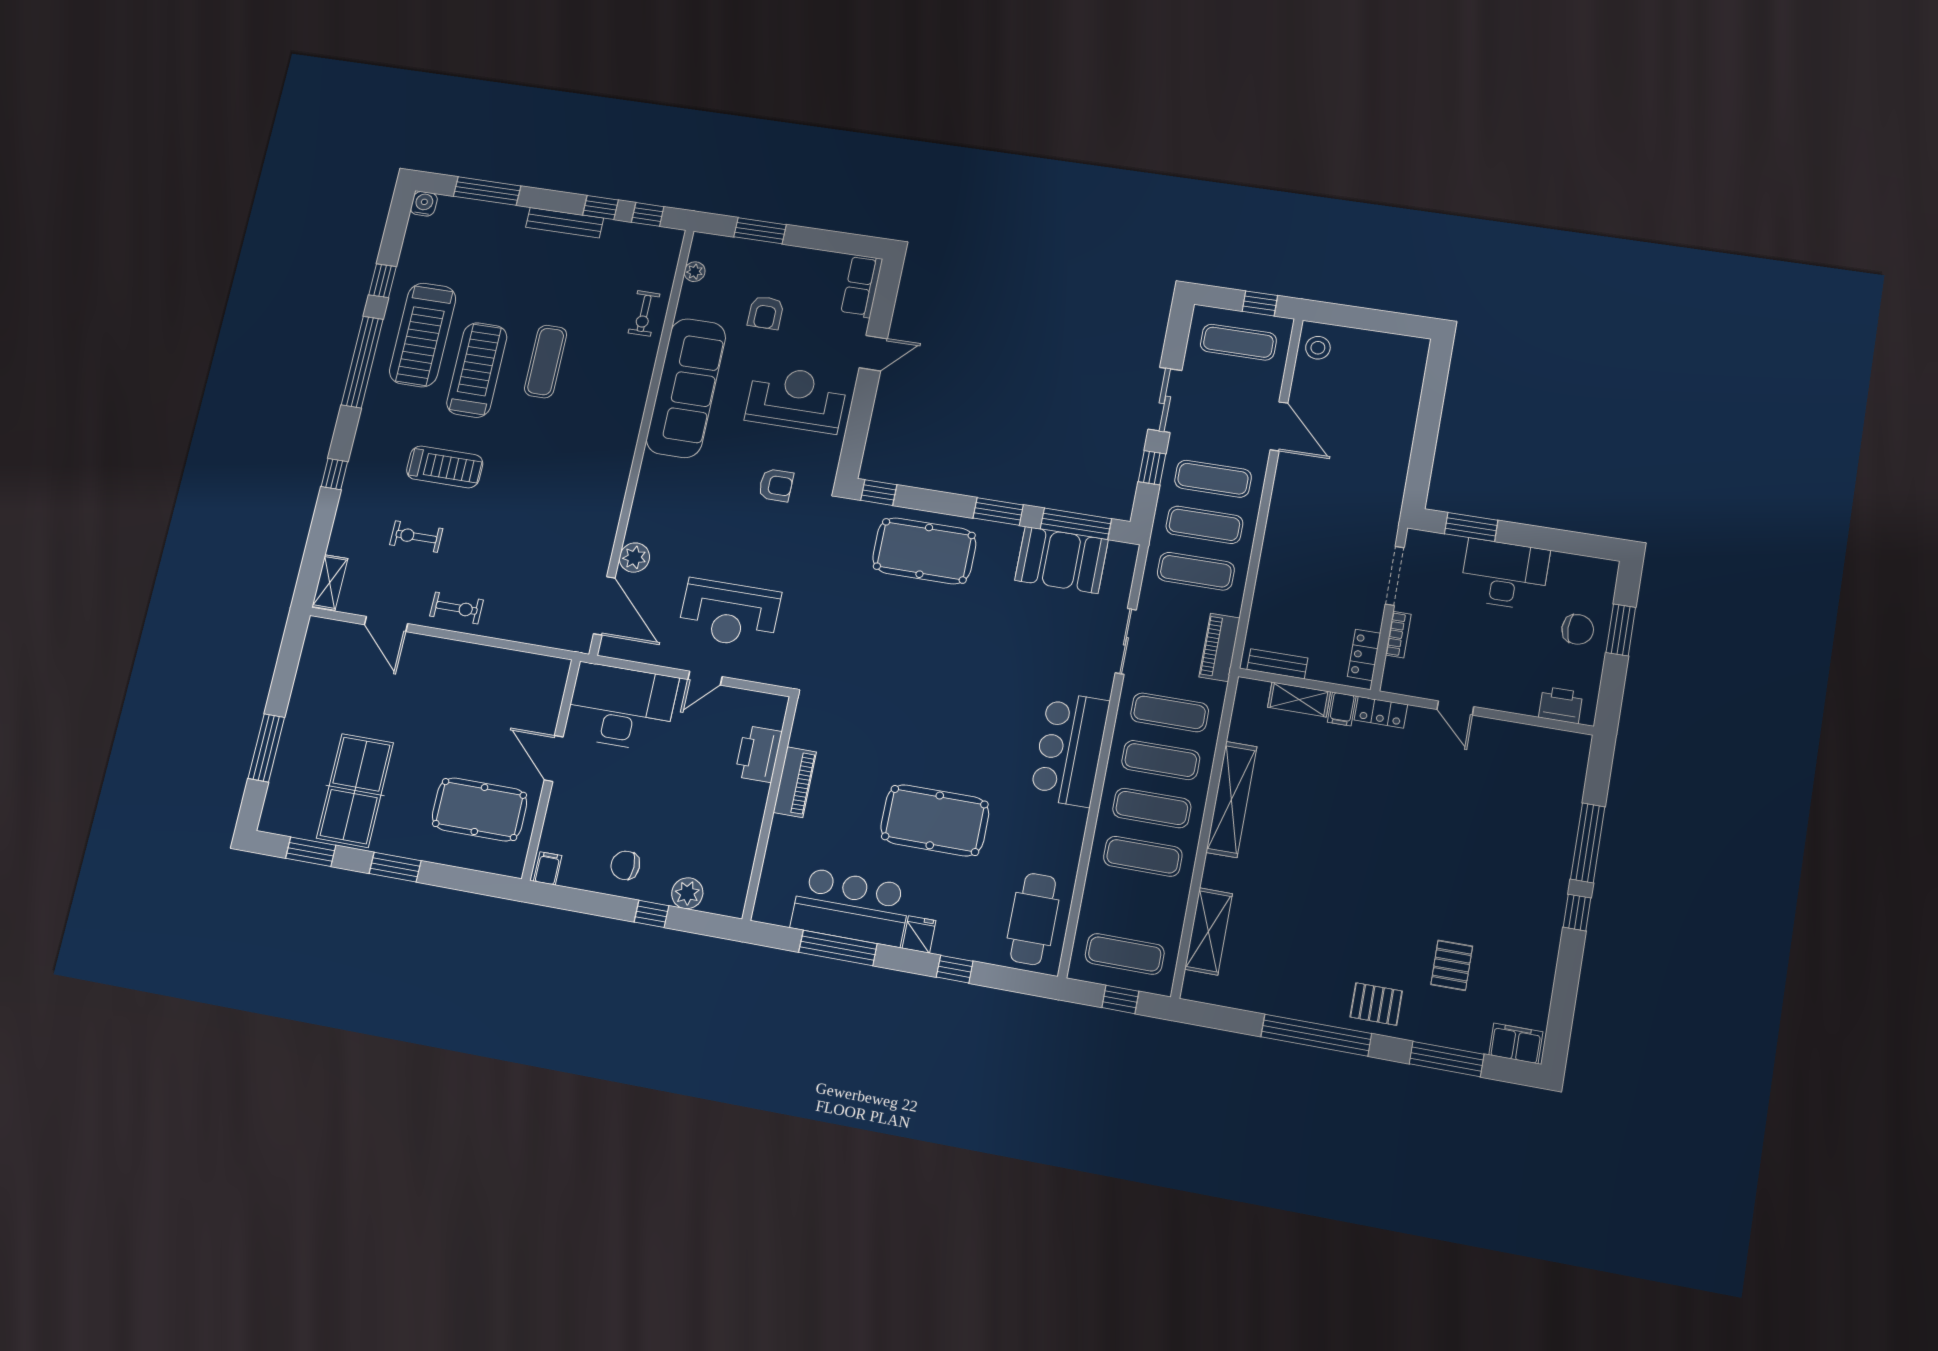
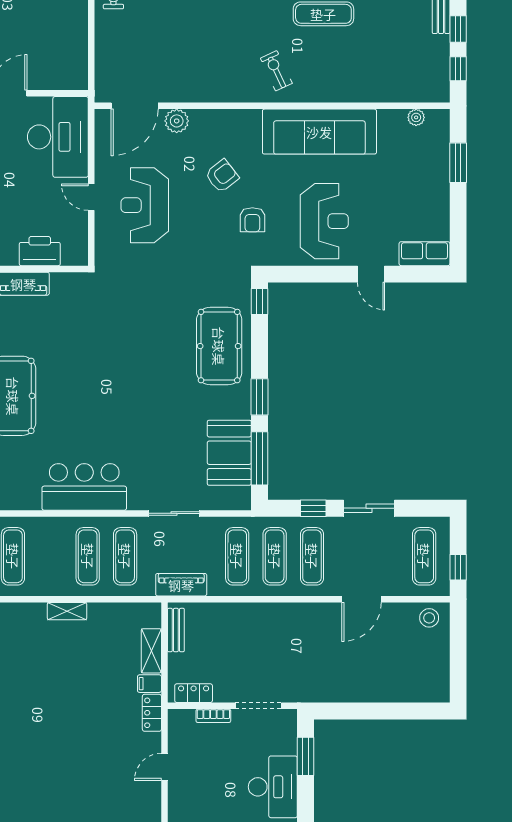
exercise bike: (644, 313) -> (276, 71), moved, turned 65
armchair: (766, 313) -> (222, 176), moved, turned 142
shelving: (1231, 799) -> (67, 611), width x0.45, depth x0.75
exercise mat: (1152, 808) -> (50, 556), removed

